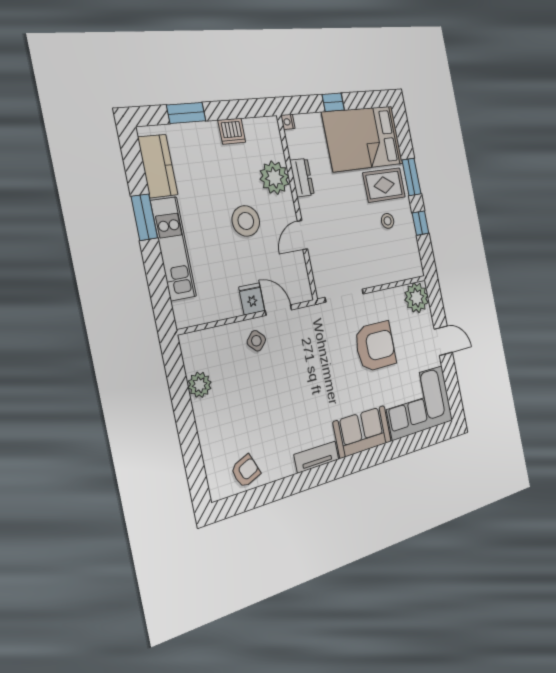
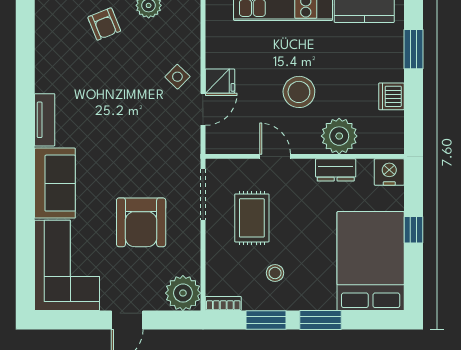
nightstand: (288, 122) -> (389, 172), width x1.89, depth x1.79
rug: (384, 185) -> (252, 218), moved
window: (420, 223) -> (266, 320), width x1.50
bookcase: (417, 262) -> (223, 304), added
armchair: (246, 471) -> (104, 24), moved

